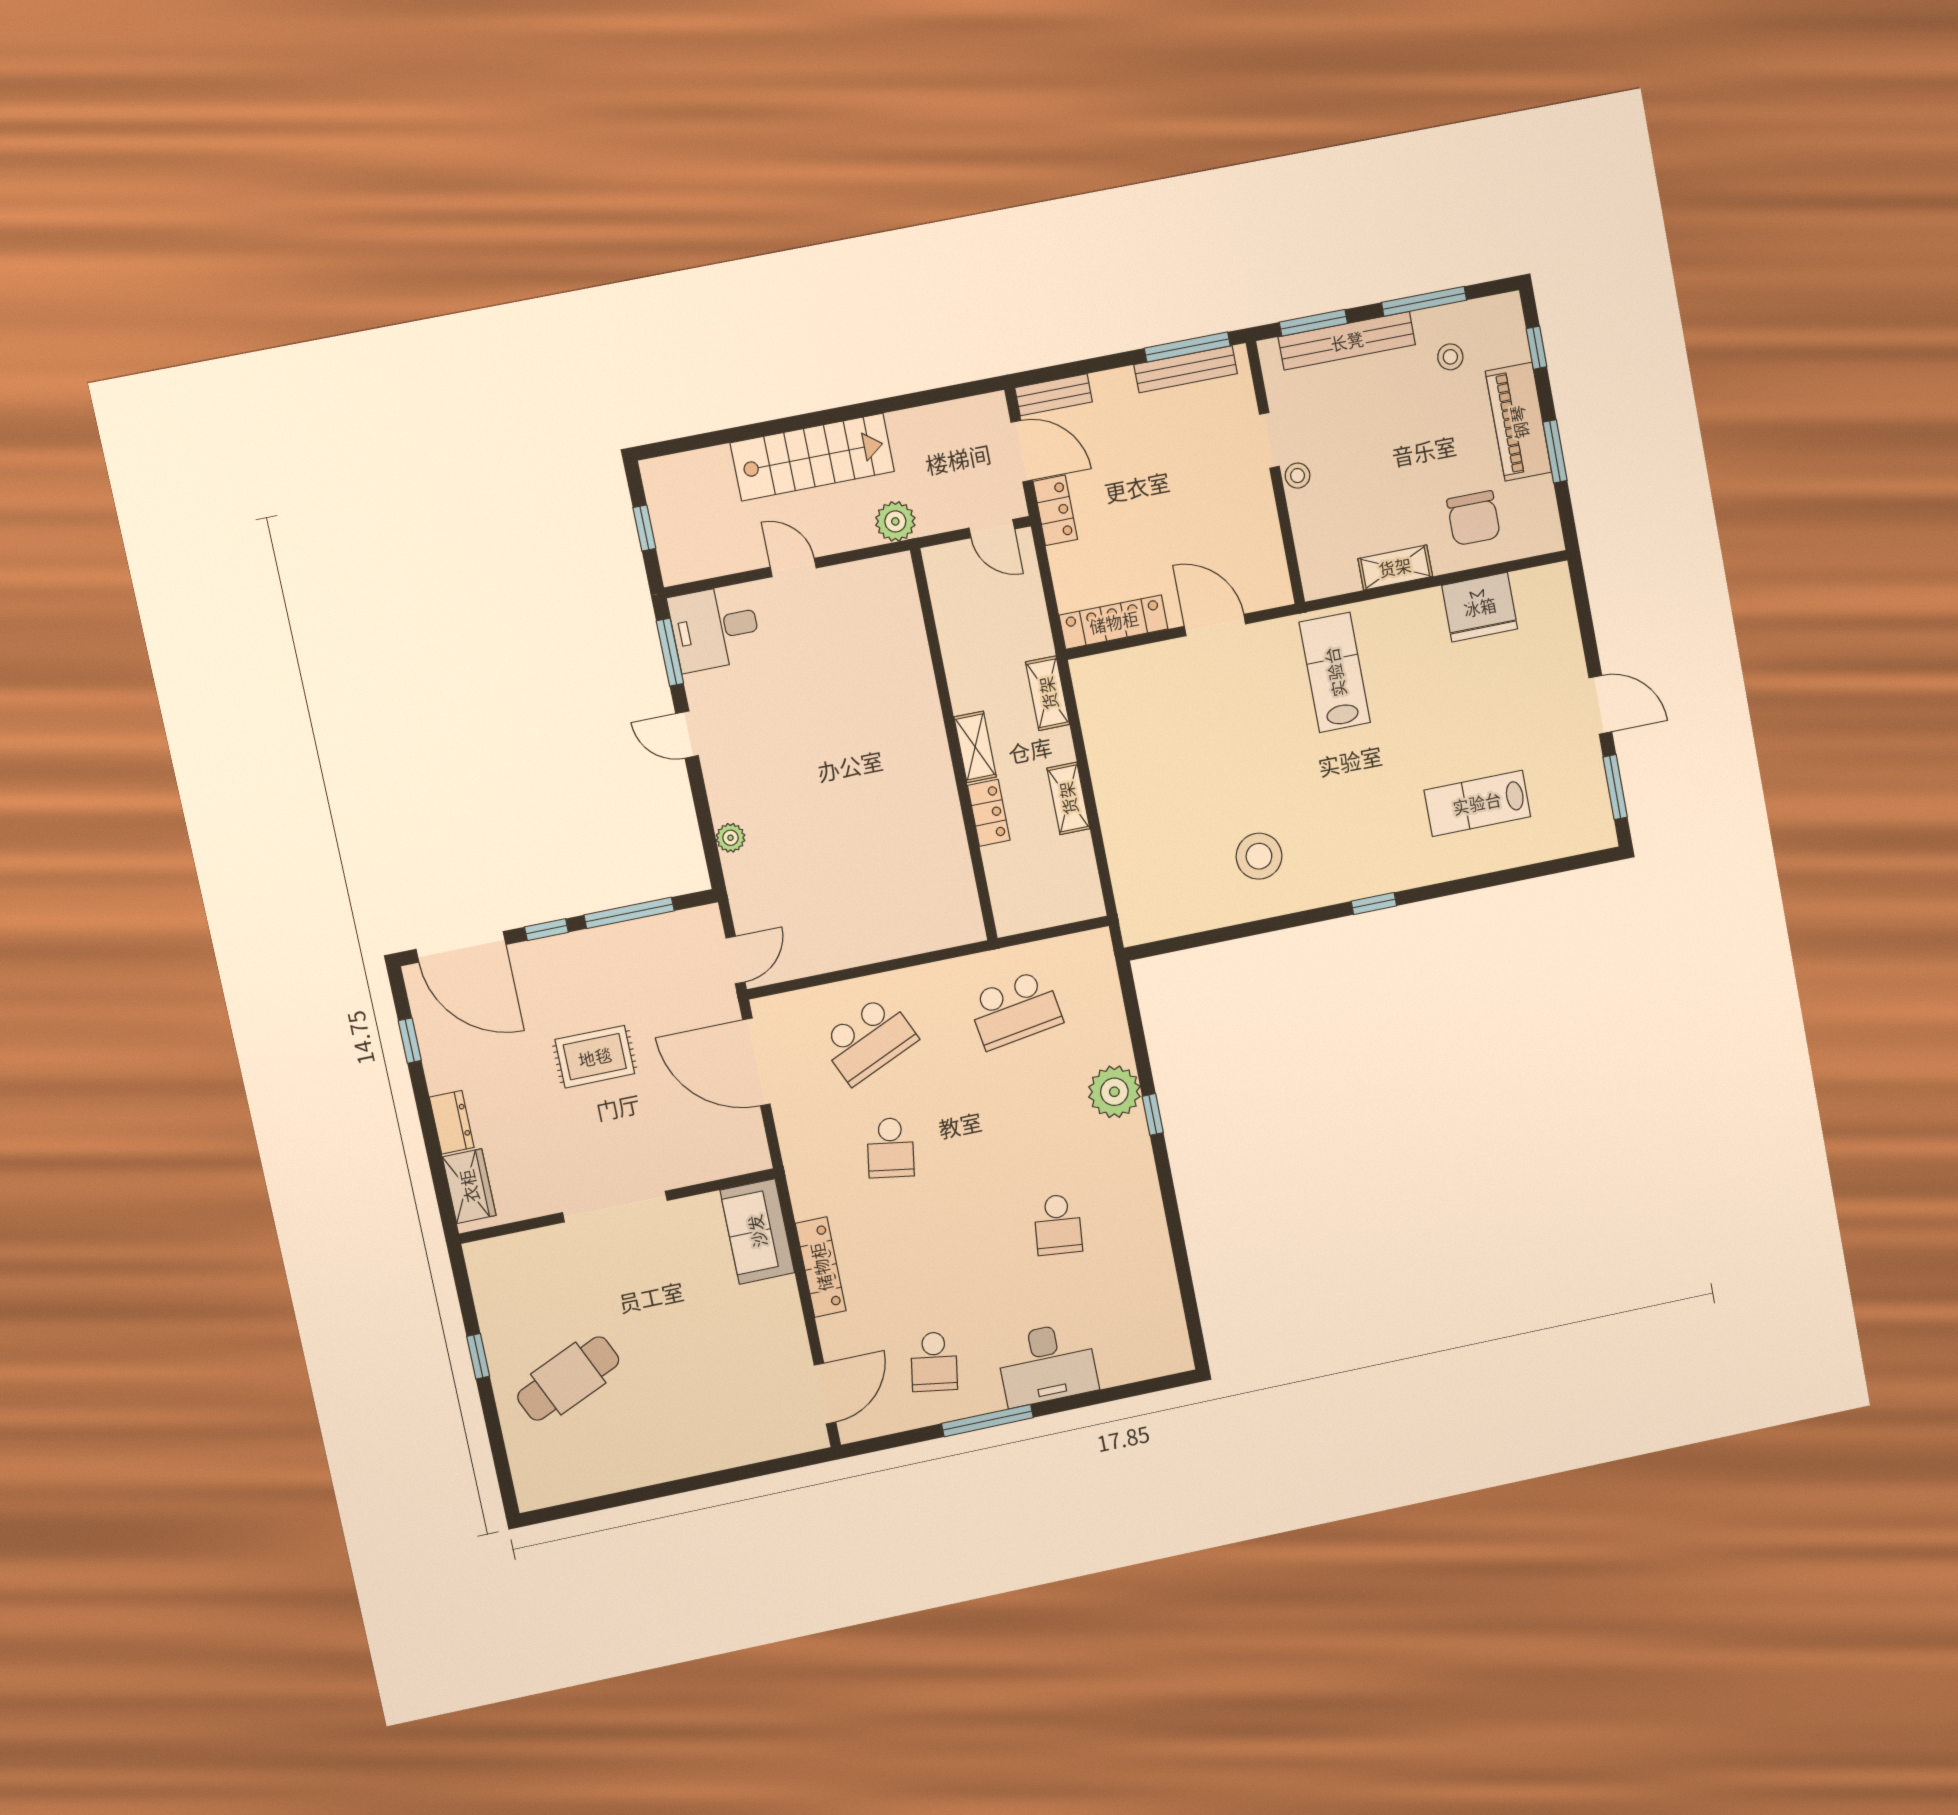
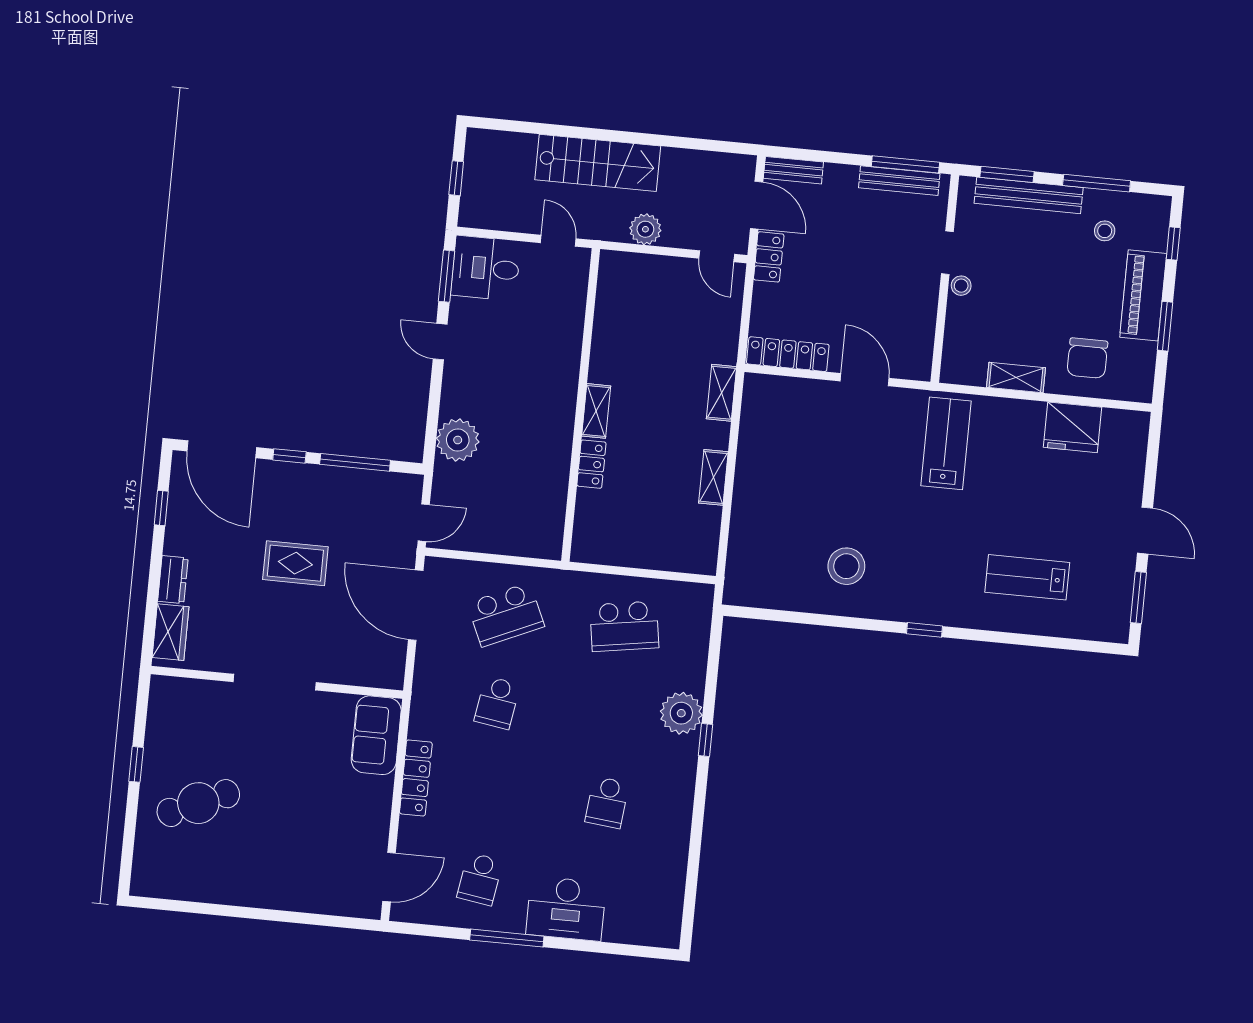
wall: (954, 745) -> (581, 405), moved
shelving: (975, 747) -> (596, 411), moved
locker: (989, 813) -> (591, 464), moved
plant: (731, 838) -> (458, 440), width x1.88, depth x1.88

